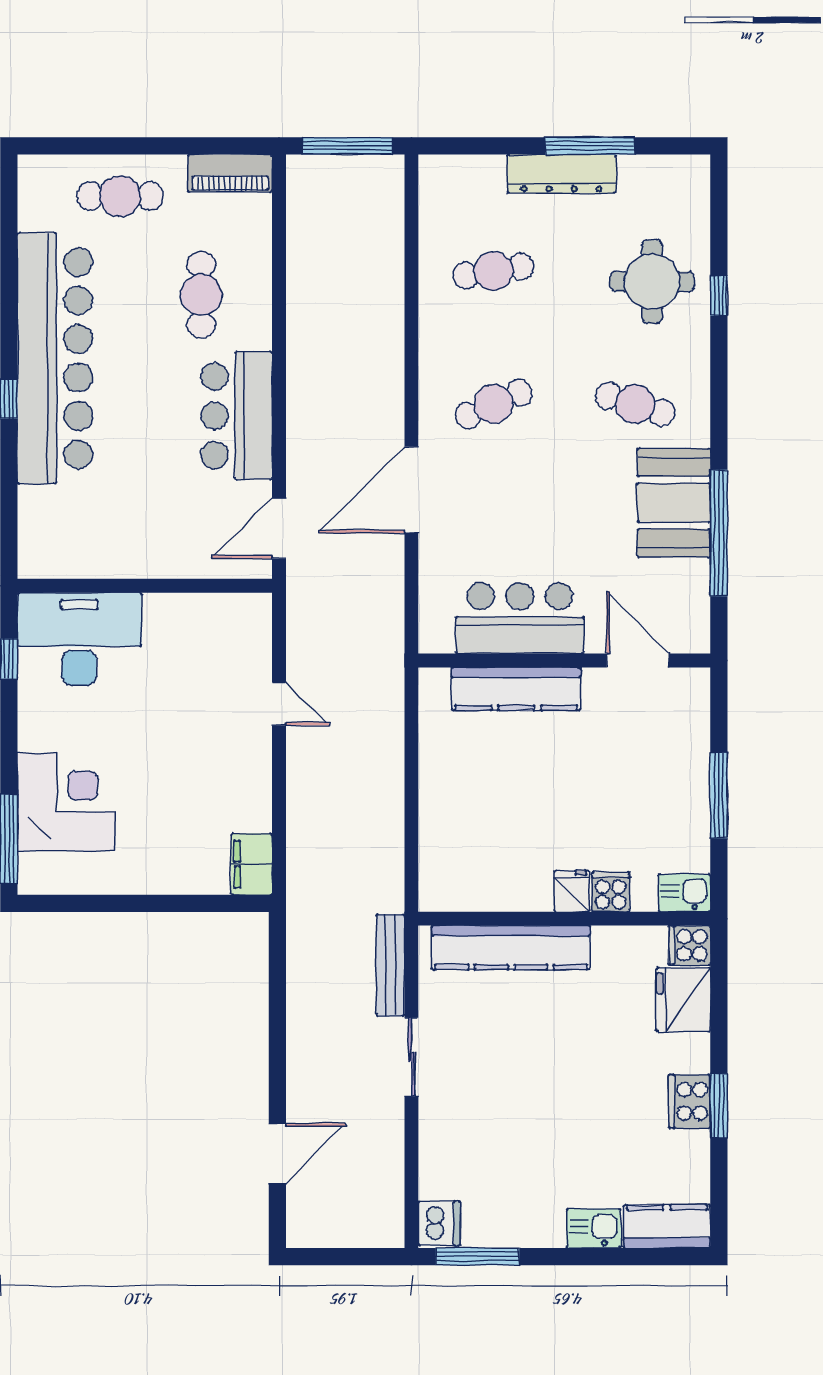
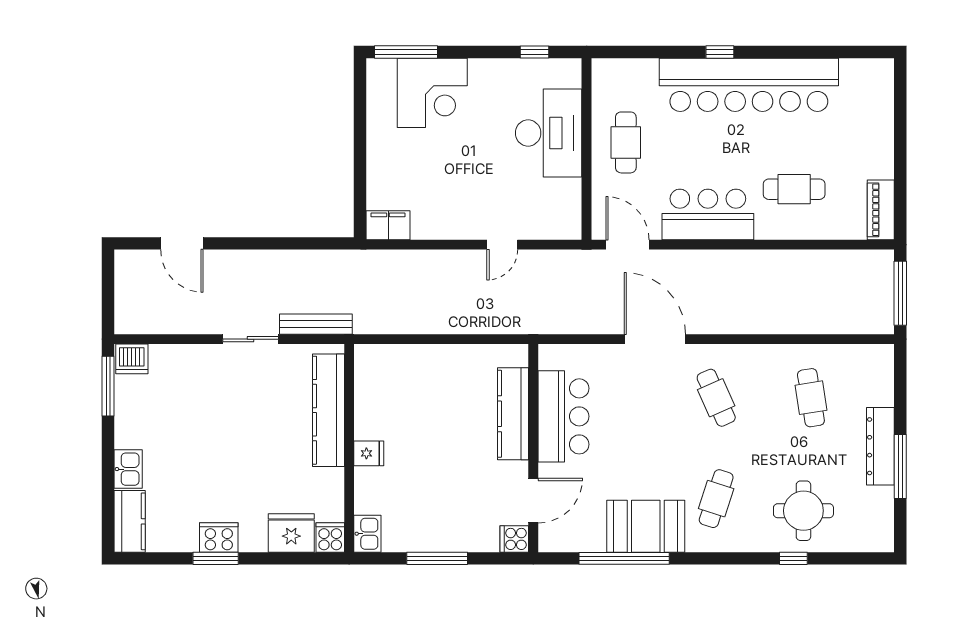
cafe table: (120, 196) -> (626, 142), moved
desk: (79, 639) -> (549, 133), moved
cooker: (611, 892) -> (514, 539), moved, turned 180

